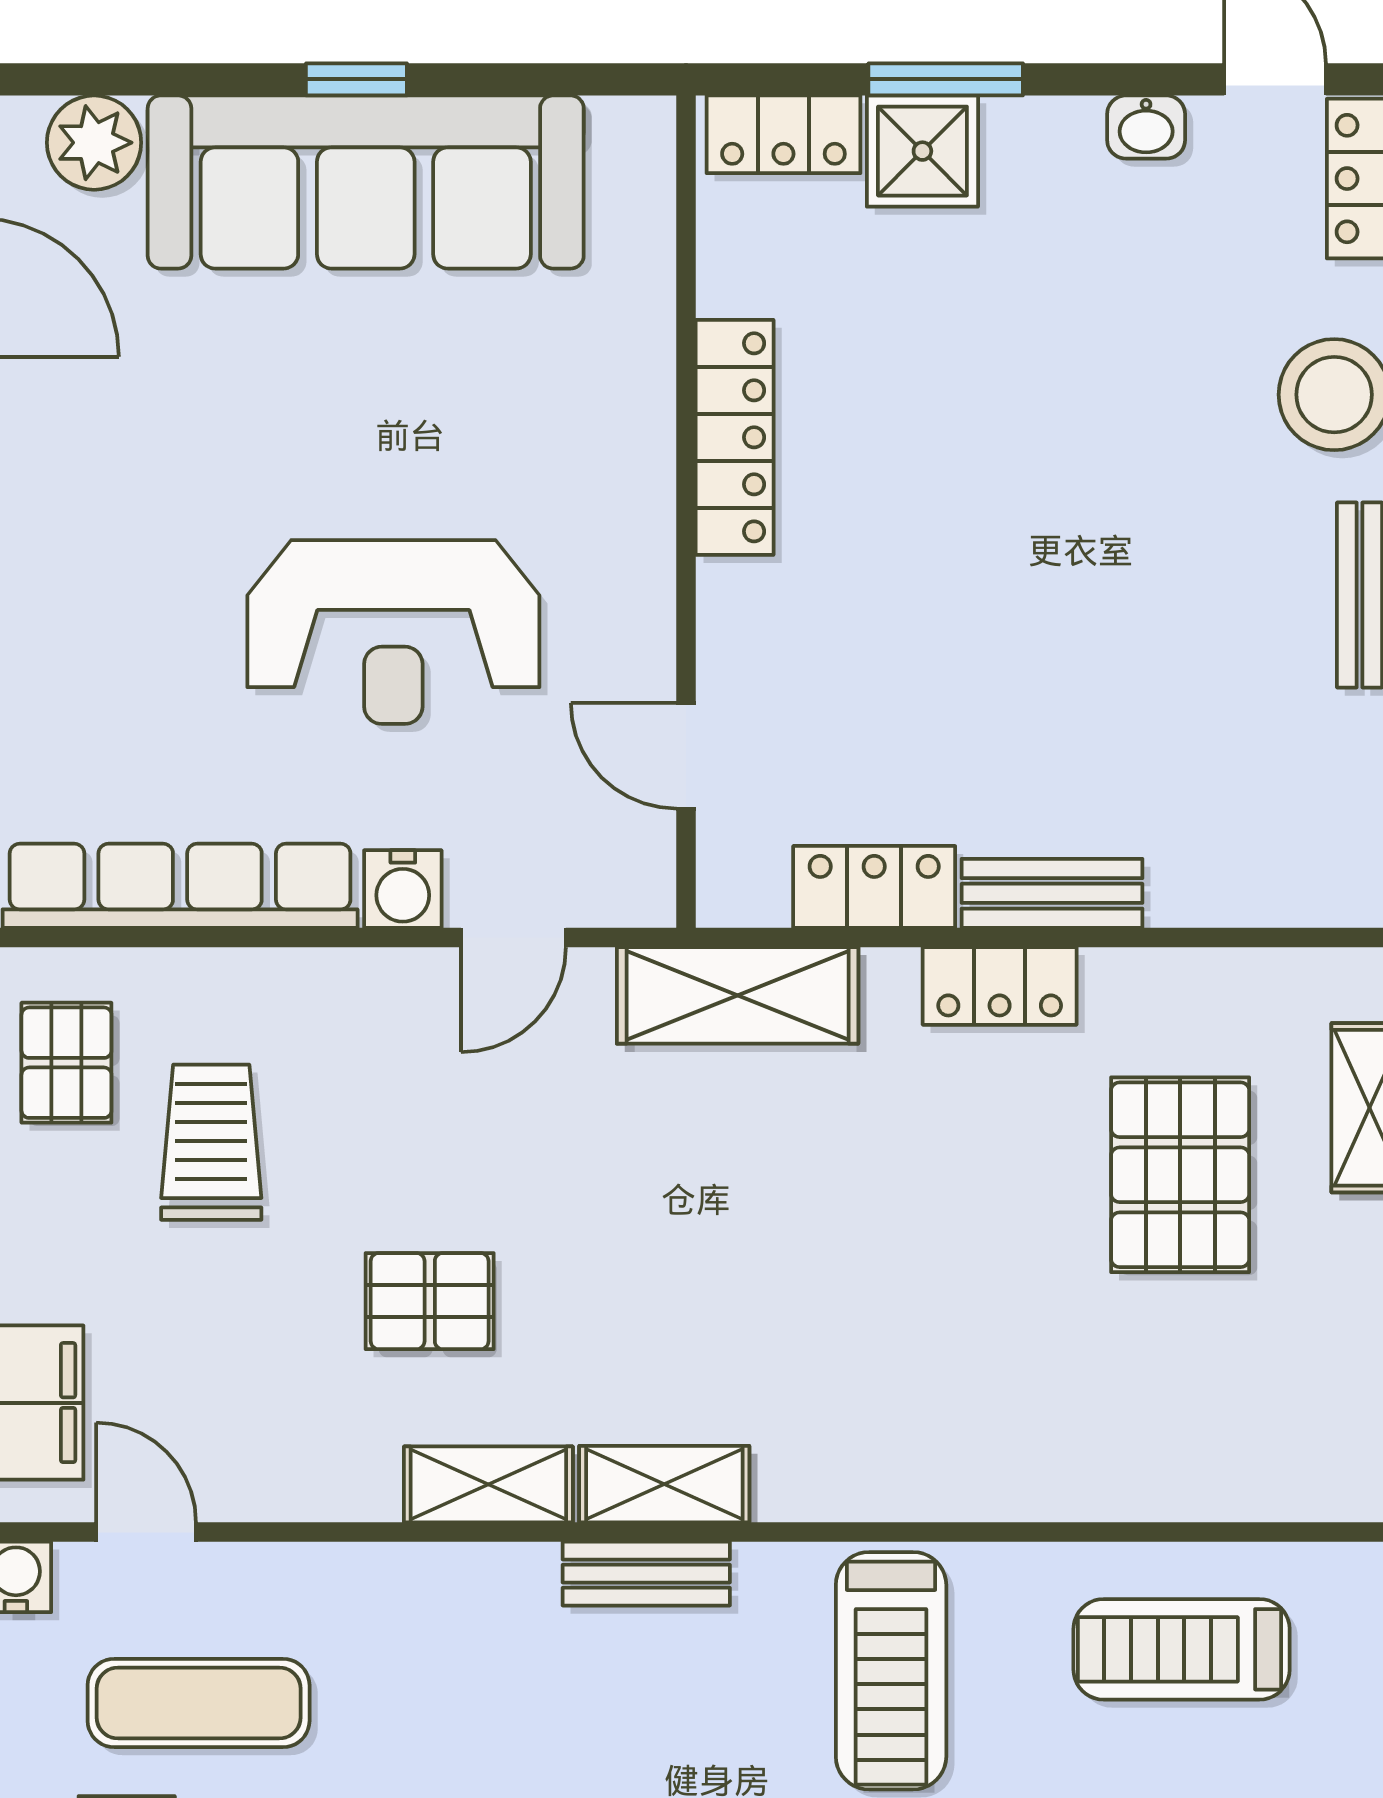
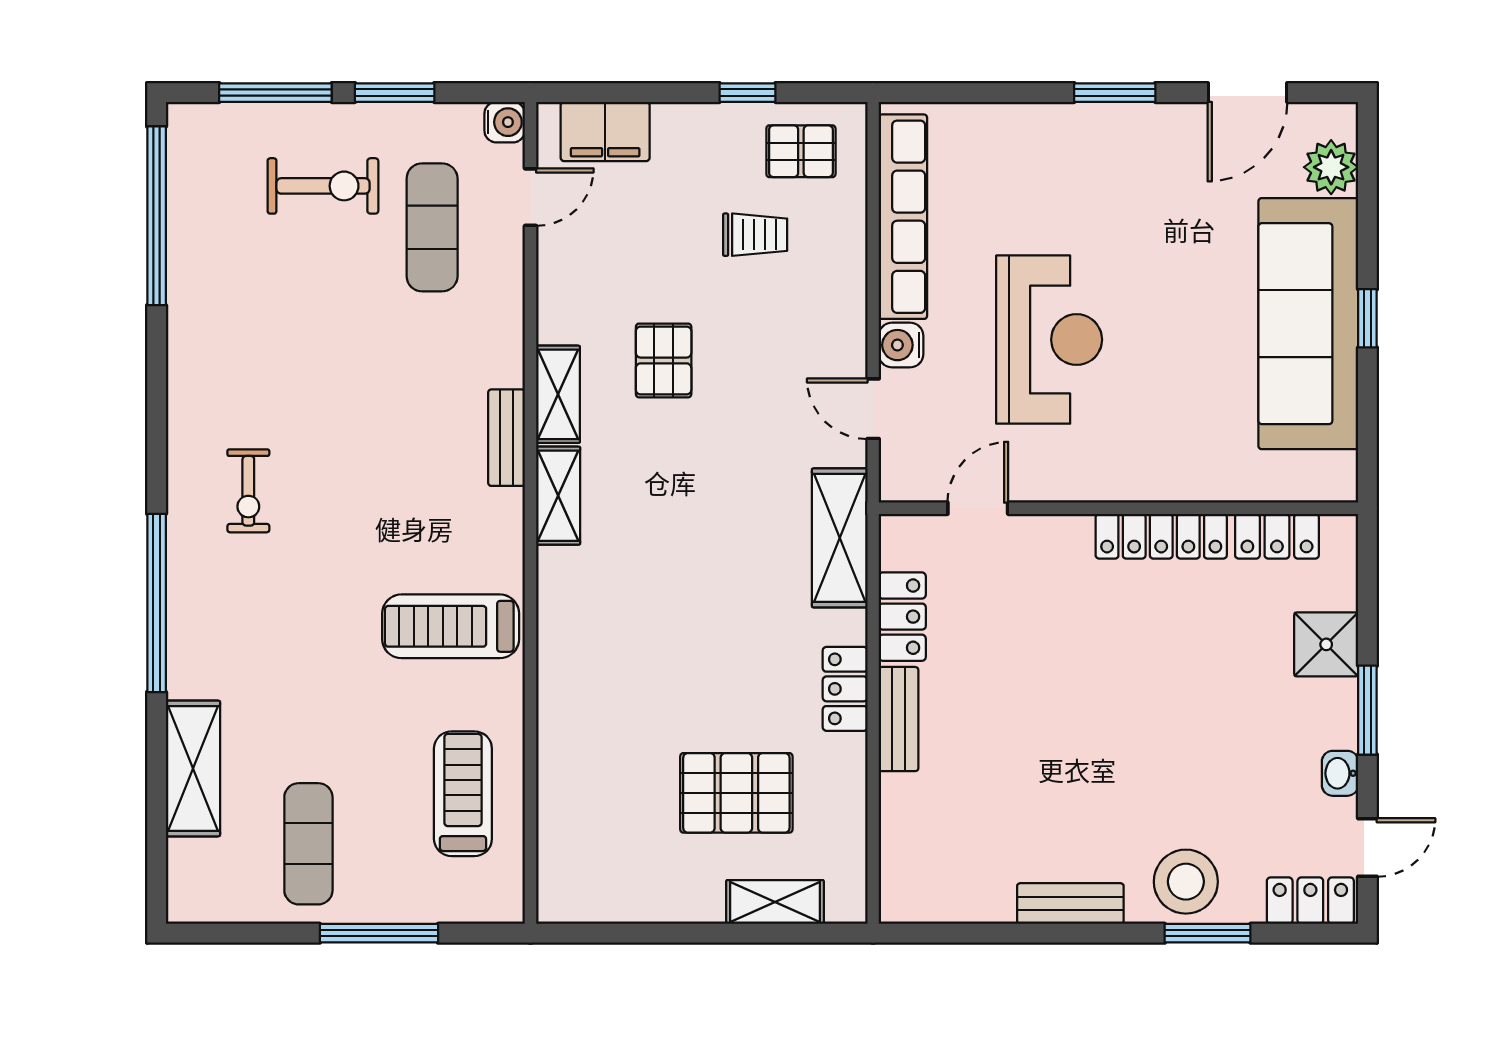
window: (946, 79) -> (1367, 710), moved
locker: (783, 134) -> (1277, 536), moved, turned -90
reception desk: (393, 632) -> (1049, 340), turned 180
trolley: (211, 1142) -> (755, 235), width x0.73, depth x0.72
bench: (646, 1574) -> (507, 438), moved

